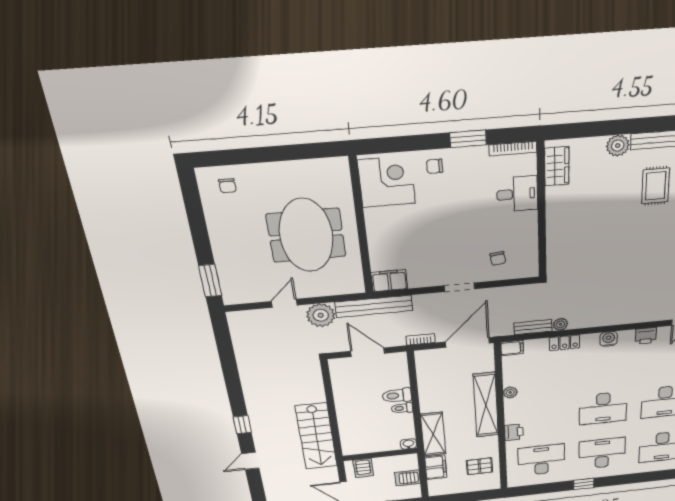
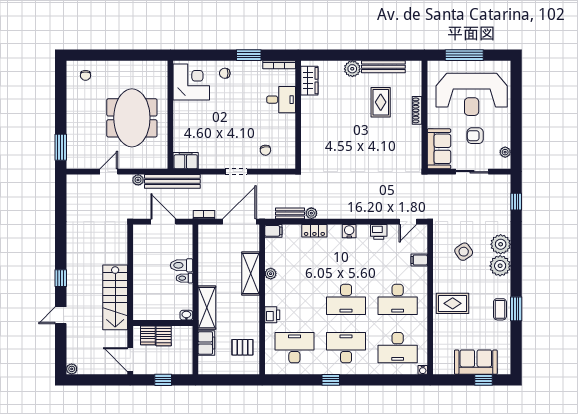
plant: (321, 315) -> (138, 180), width x0.53, depth x0.53
shelving: (486, 405) -> (251, 274), width x0.68
server rack: (408, 478) -> (164, 336), moved, turned -90

